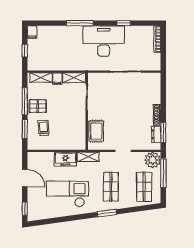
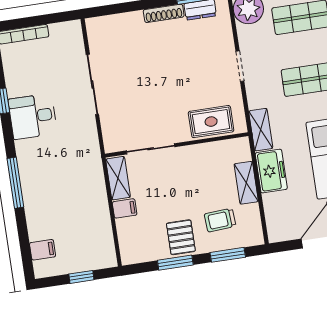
filing cabinet: (32, 32) -> (43, 250), moved
desk: (104, 41) -> (33, 116), width x0.53, depth x0.77
shelving: (41, 78) -> (246, 183), moved
window: (25, 101) -> (175, 263), width x0.69

